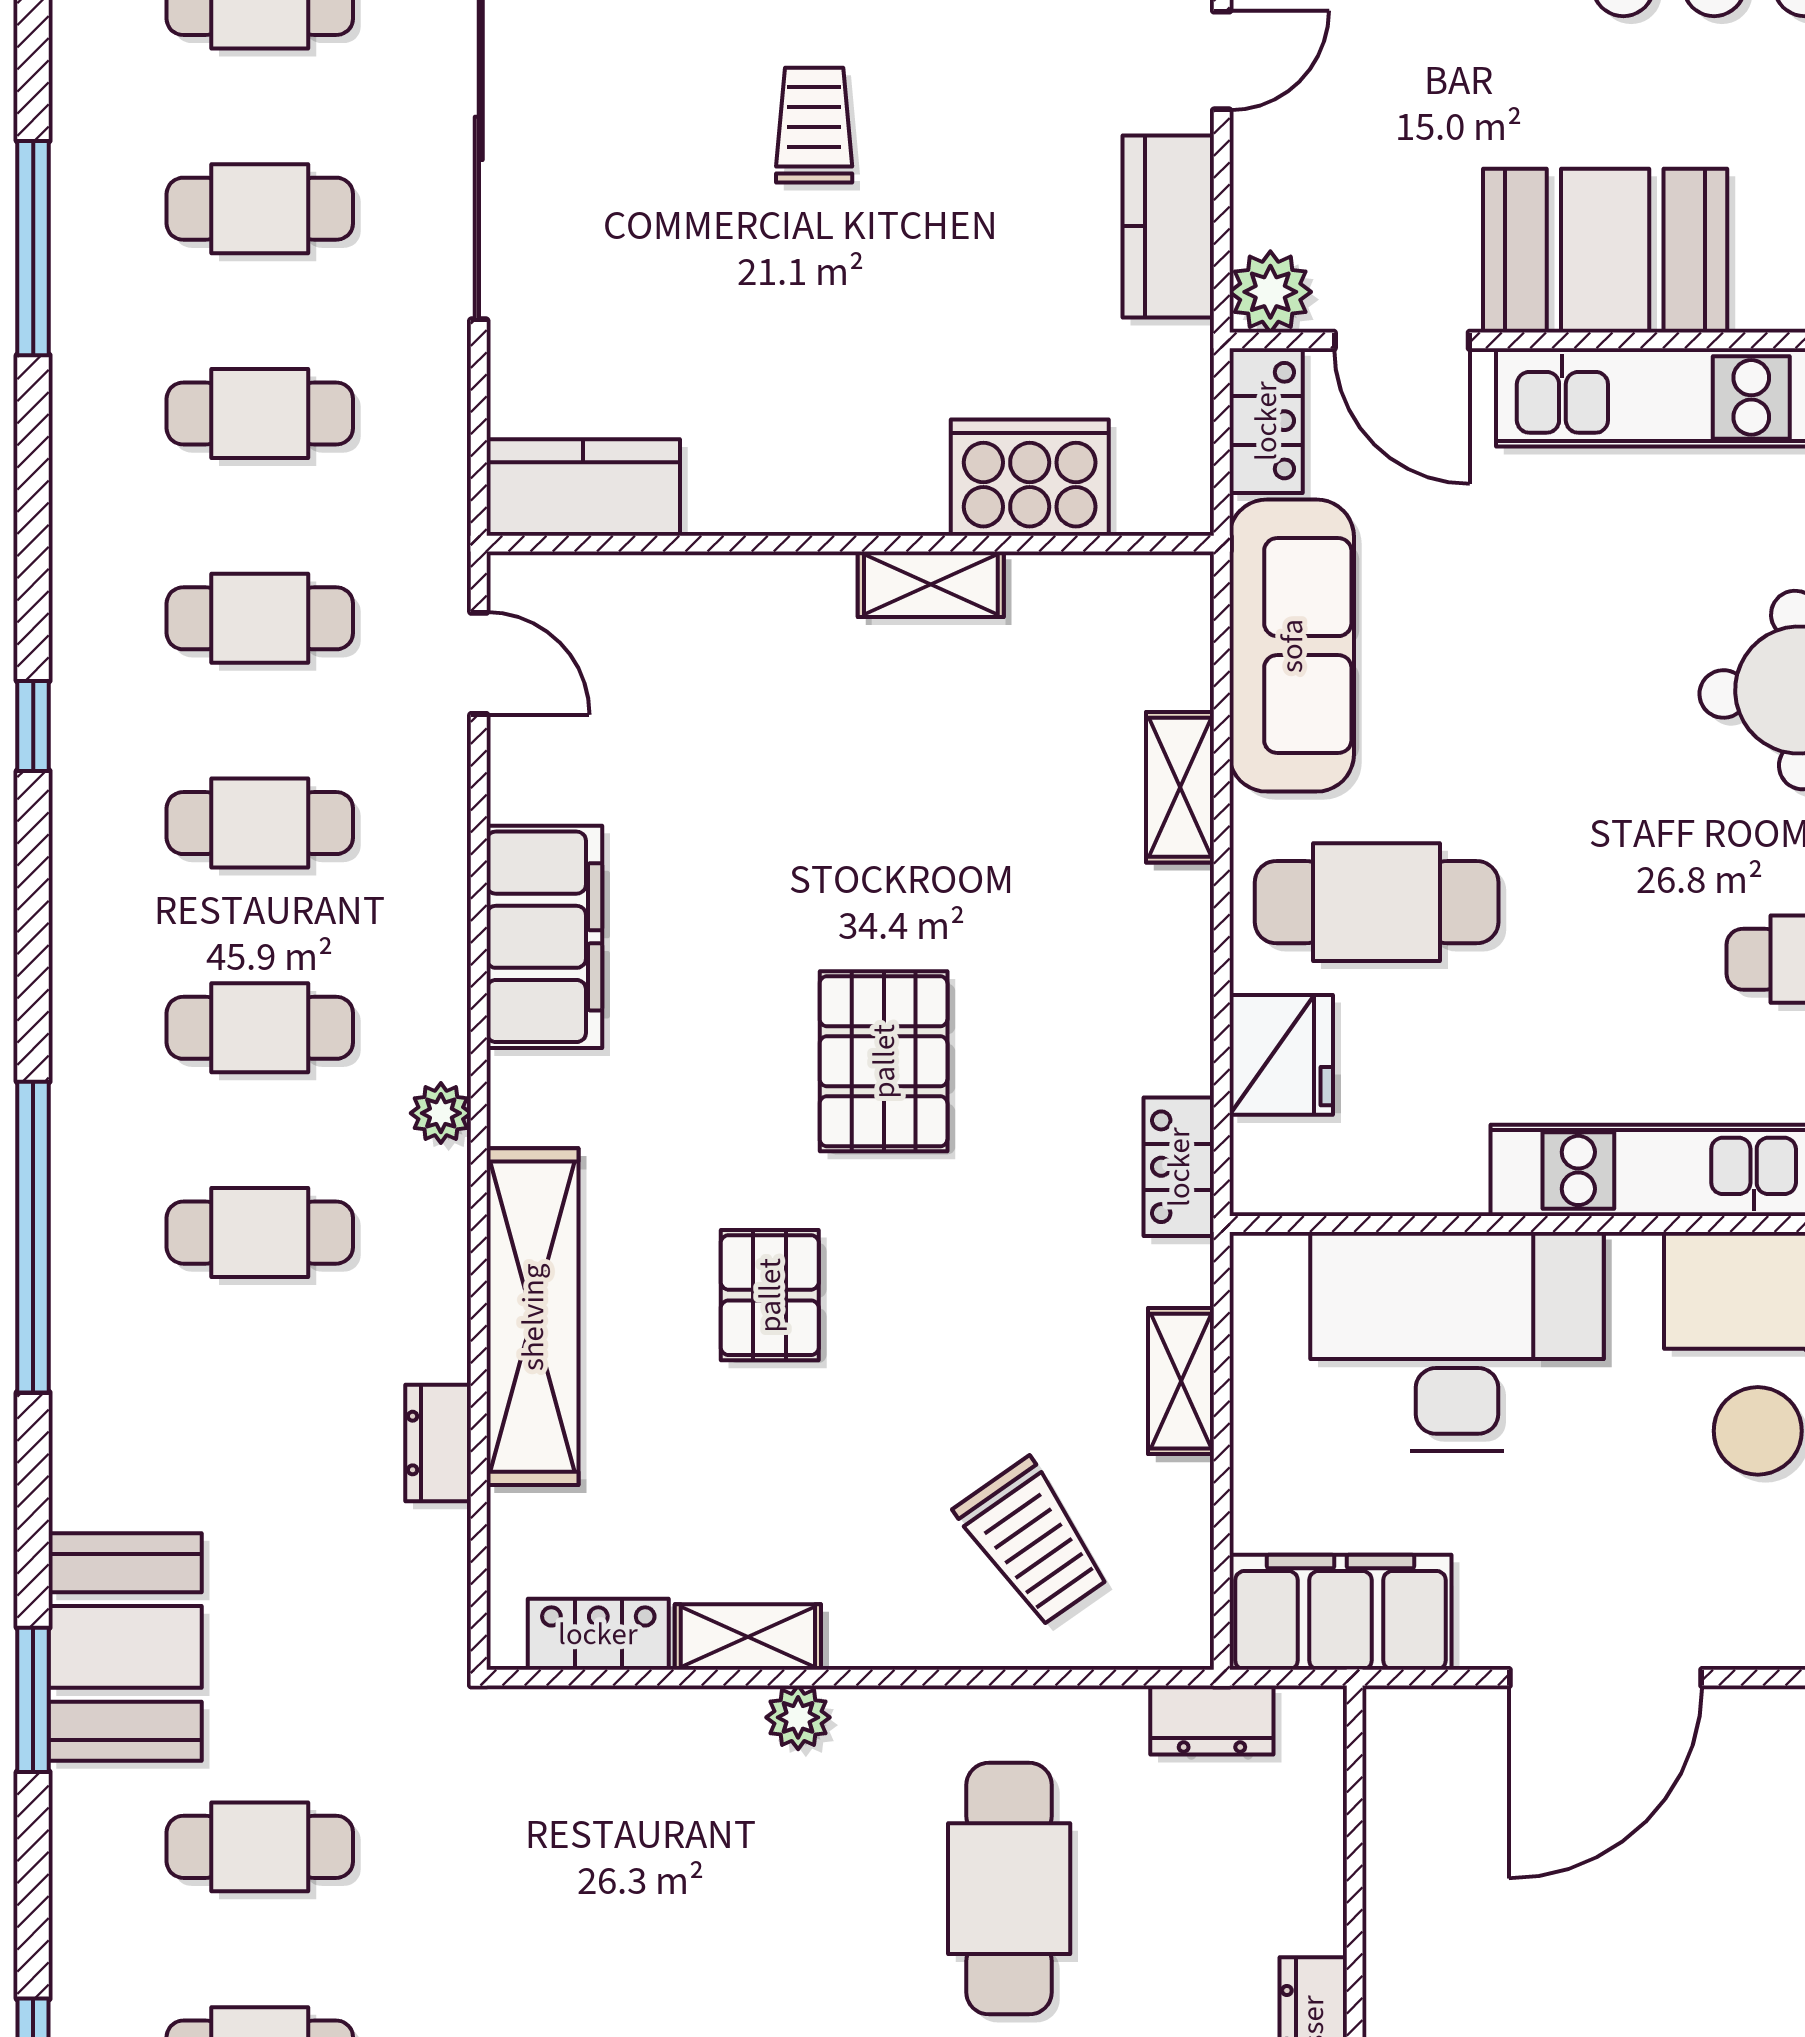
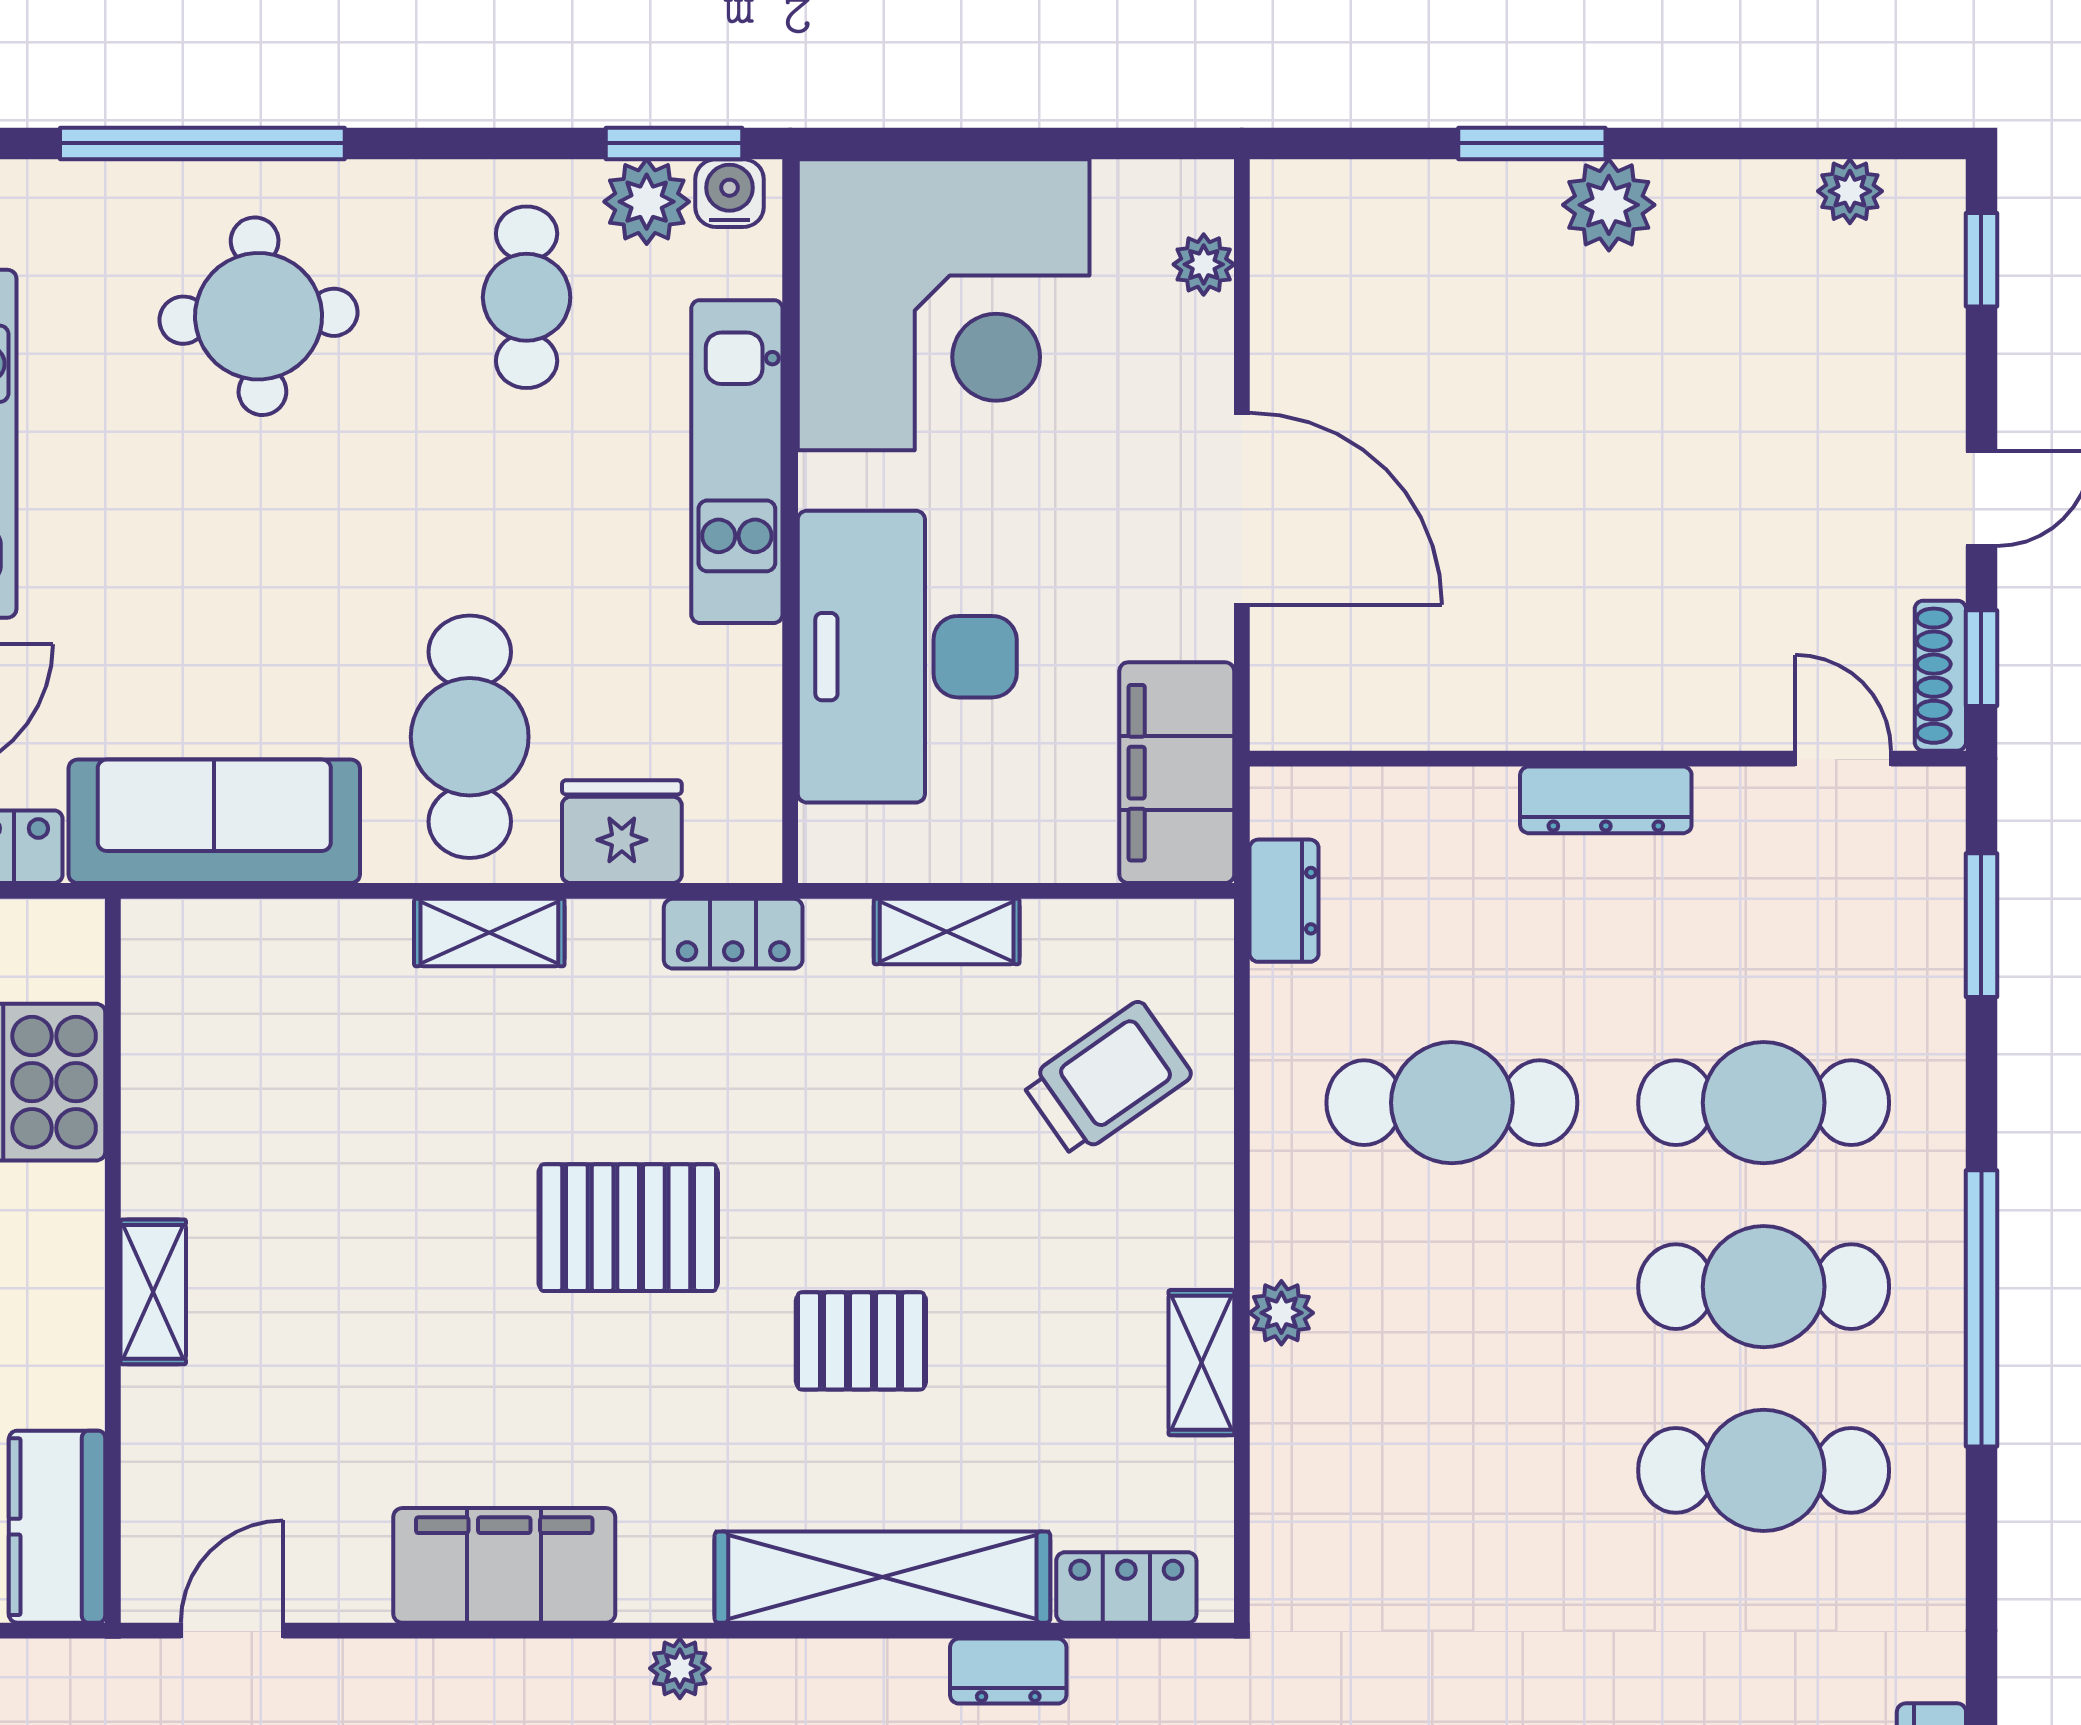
shelving: (931, 584) -> (153, 1292), moved
shelving: (1180, 787) -> (489, 933), moved
locker: (598, 1634) -> (1126, 1587), moved, turned 90

